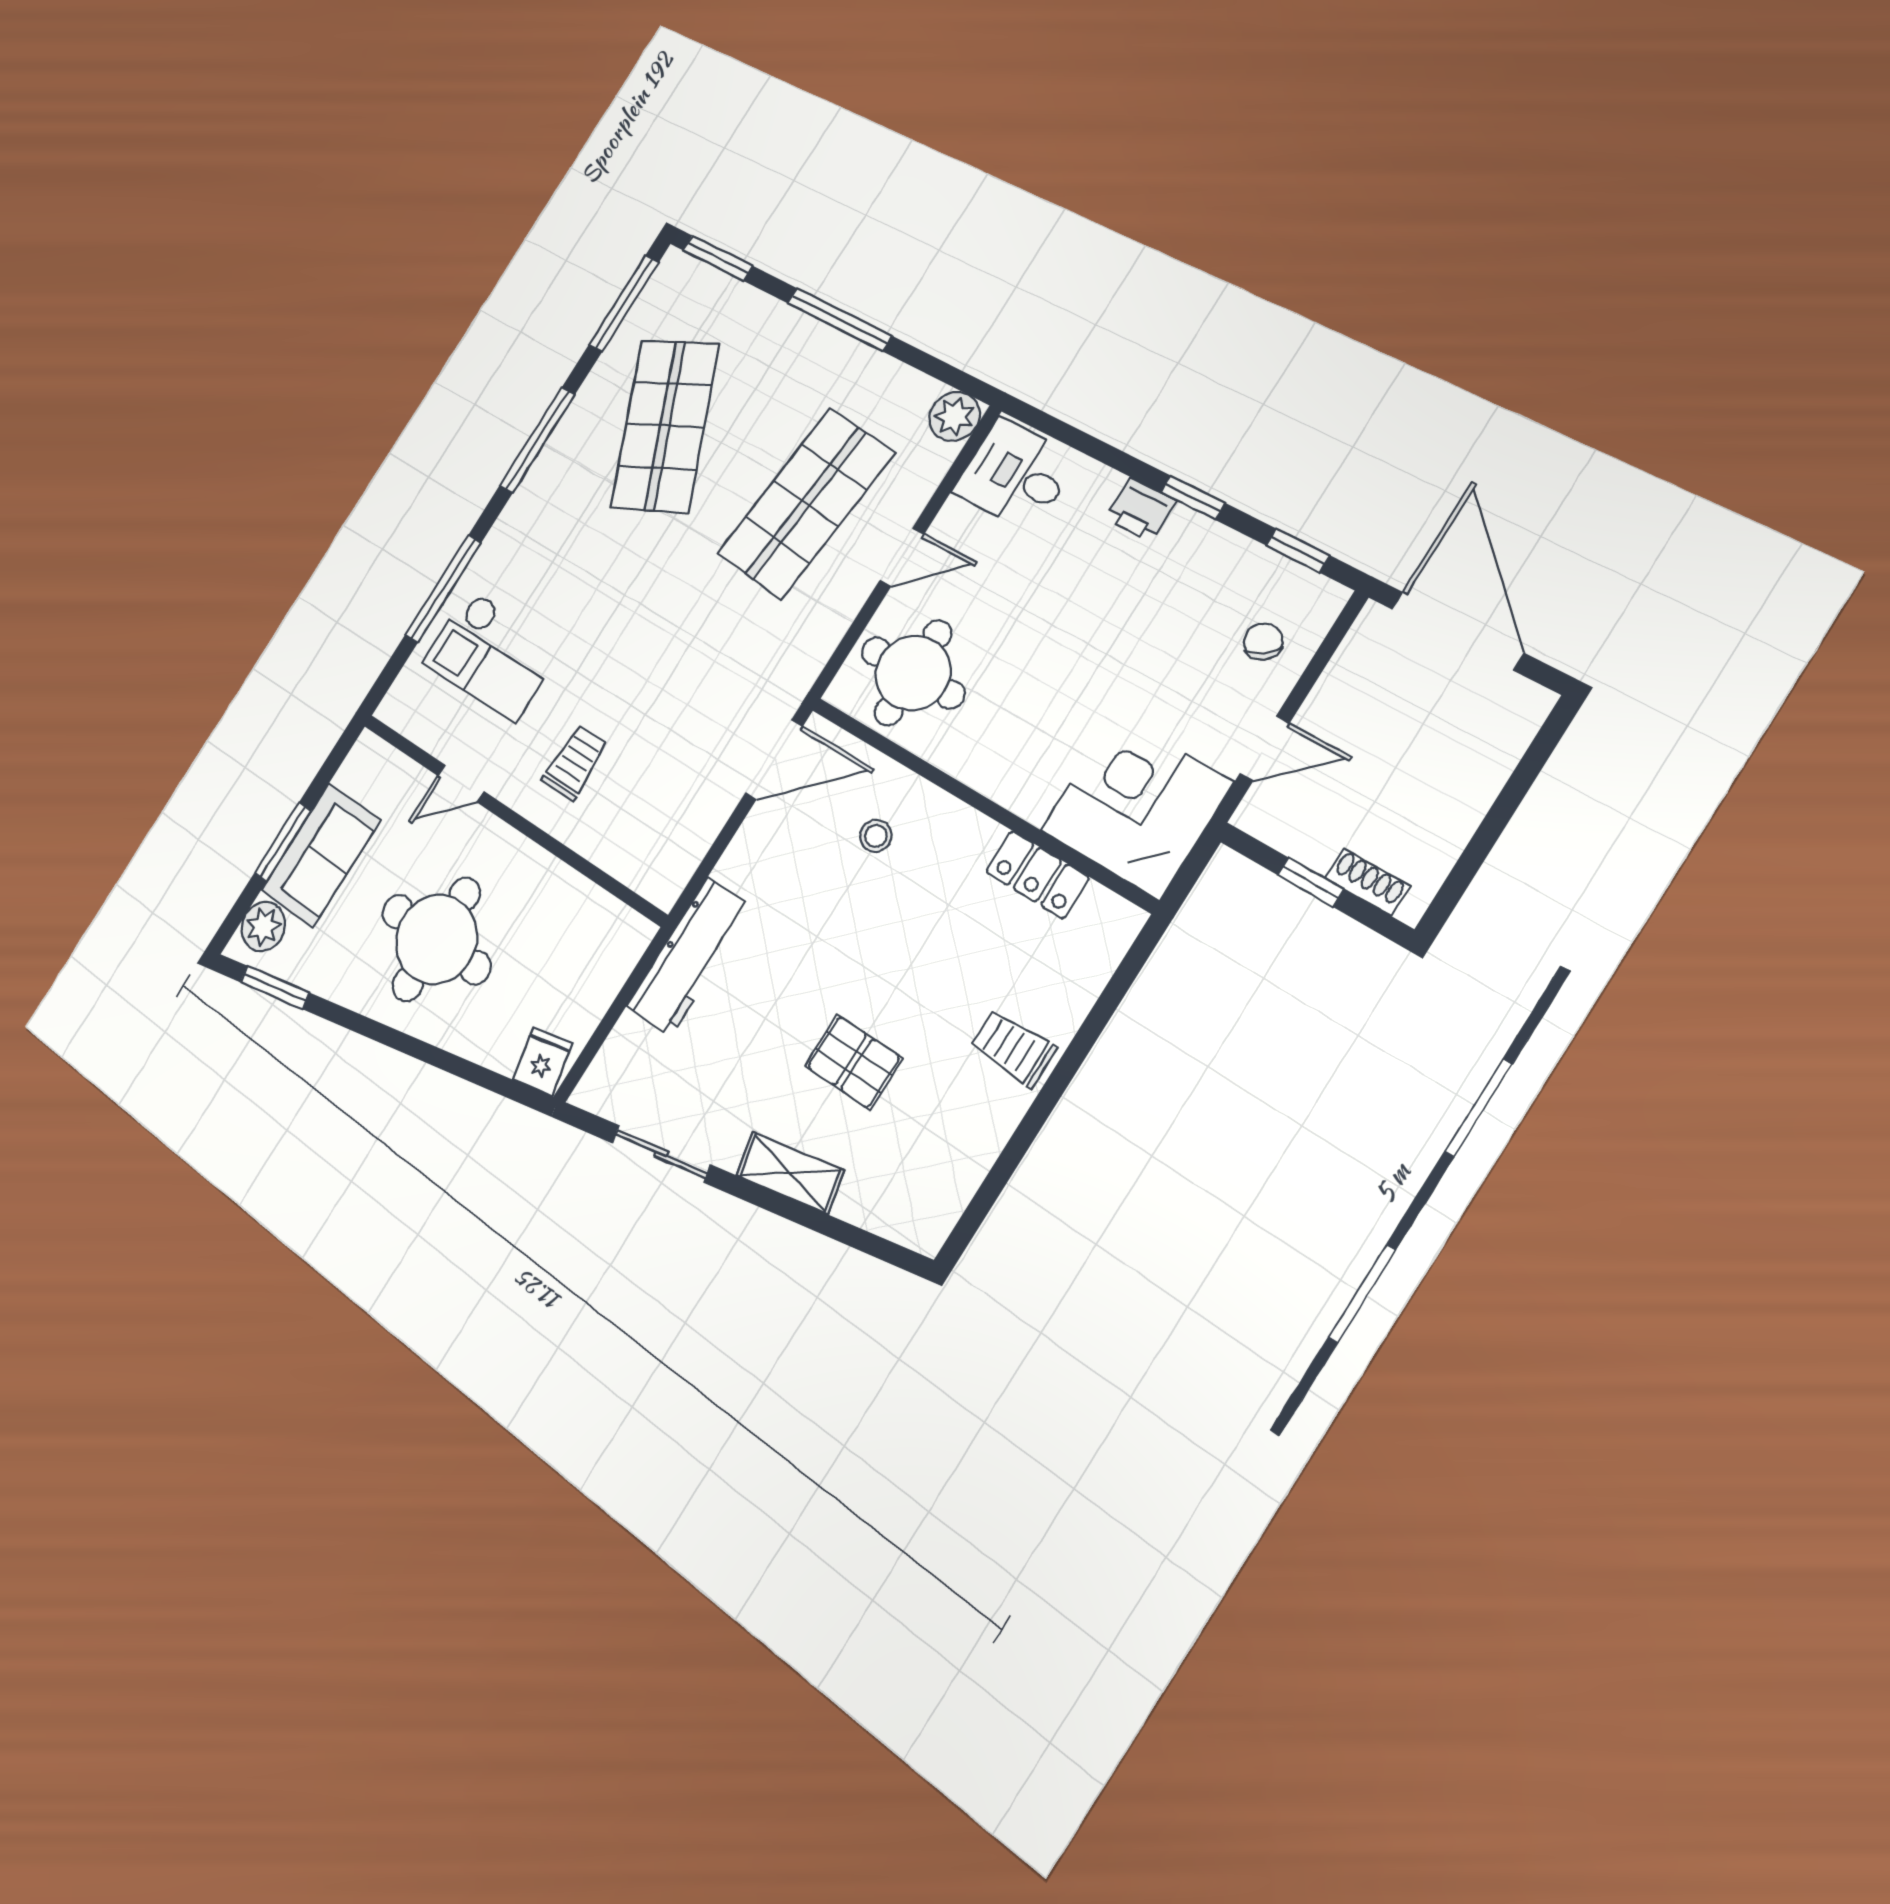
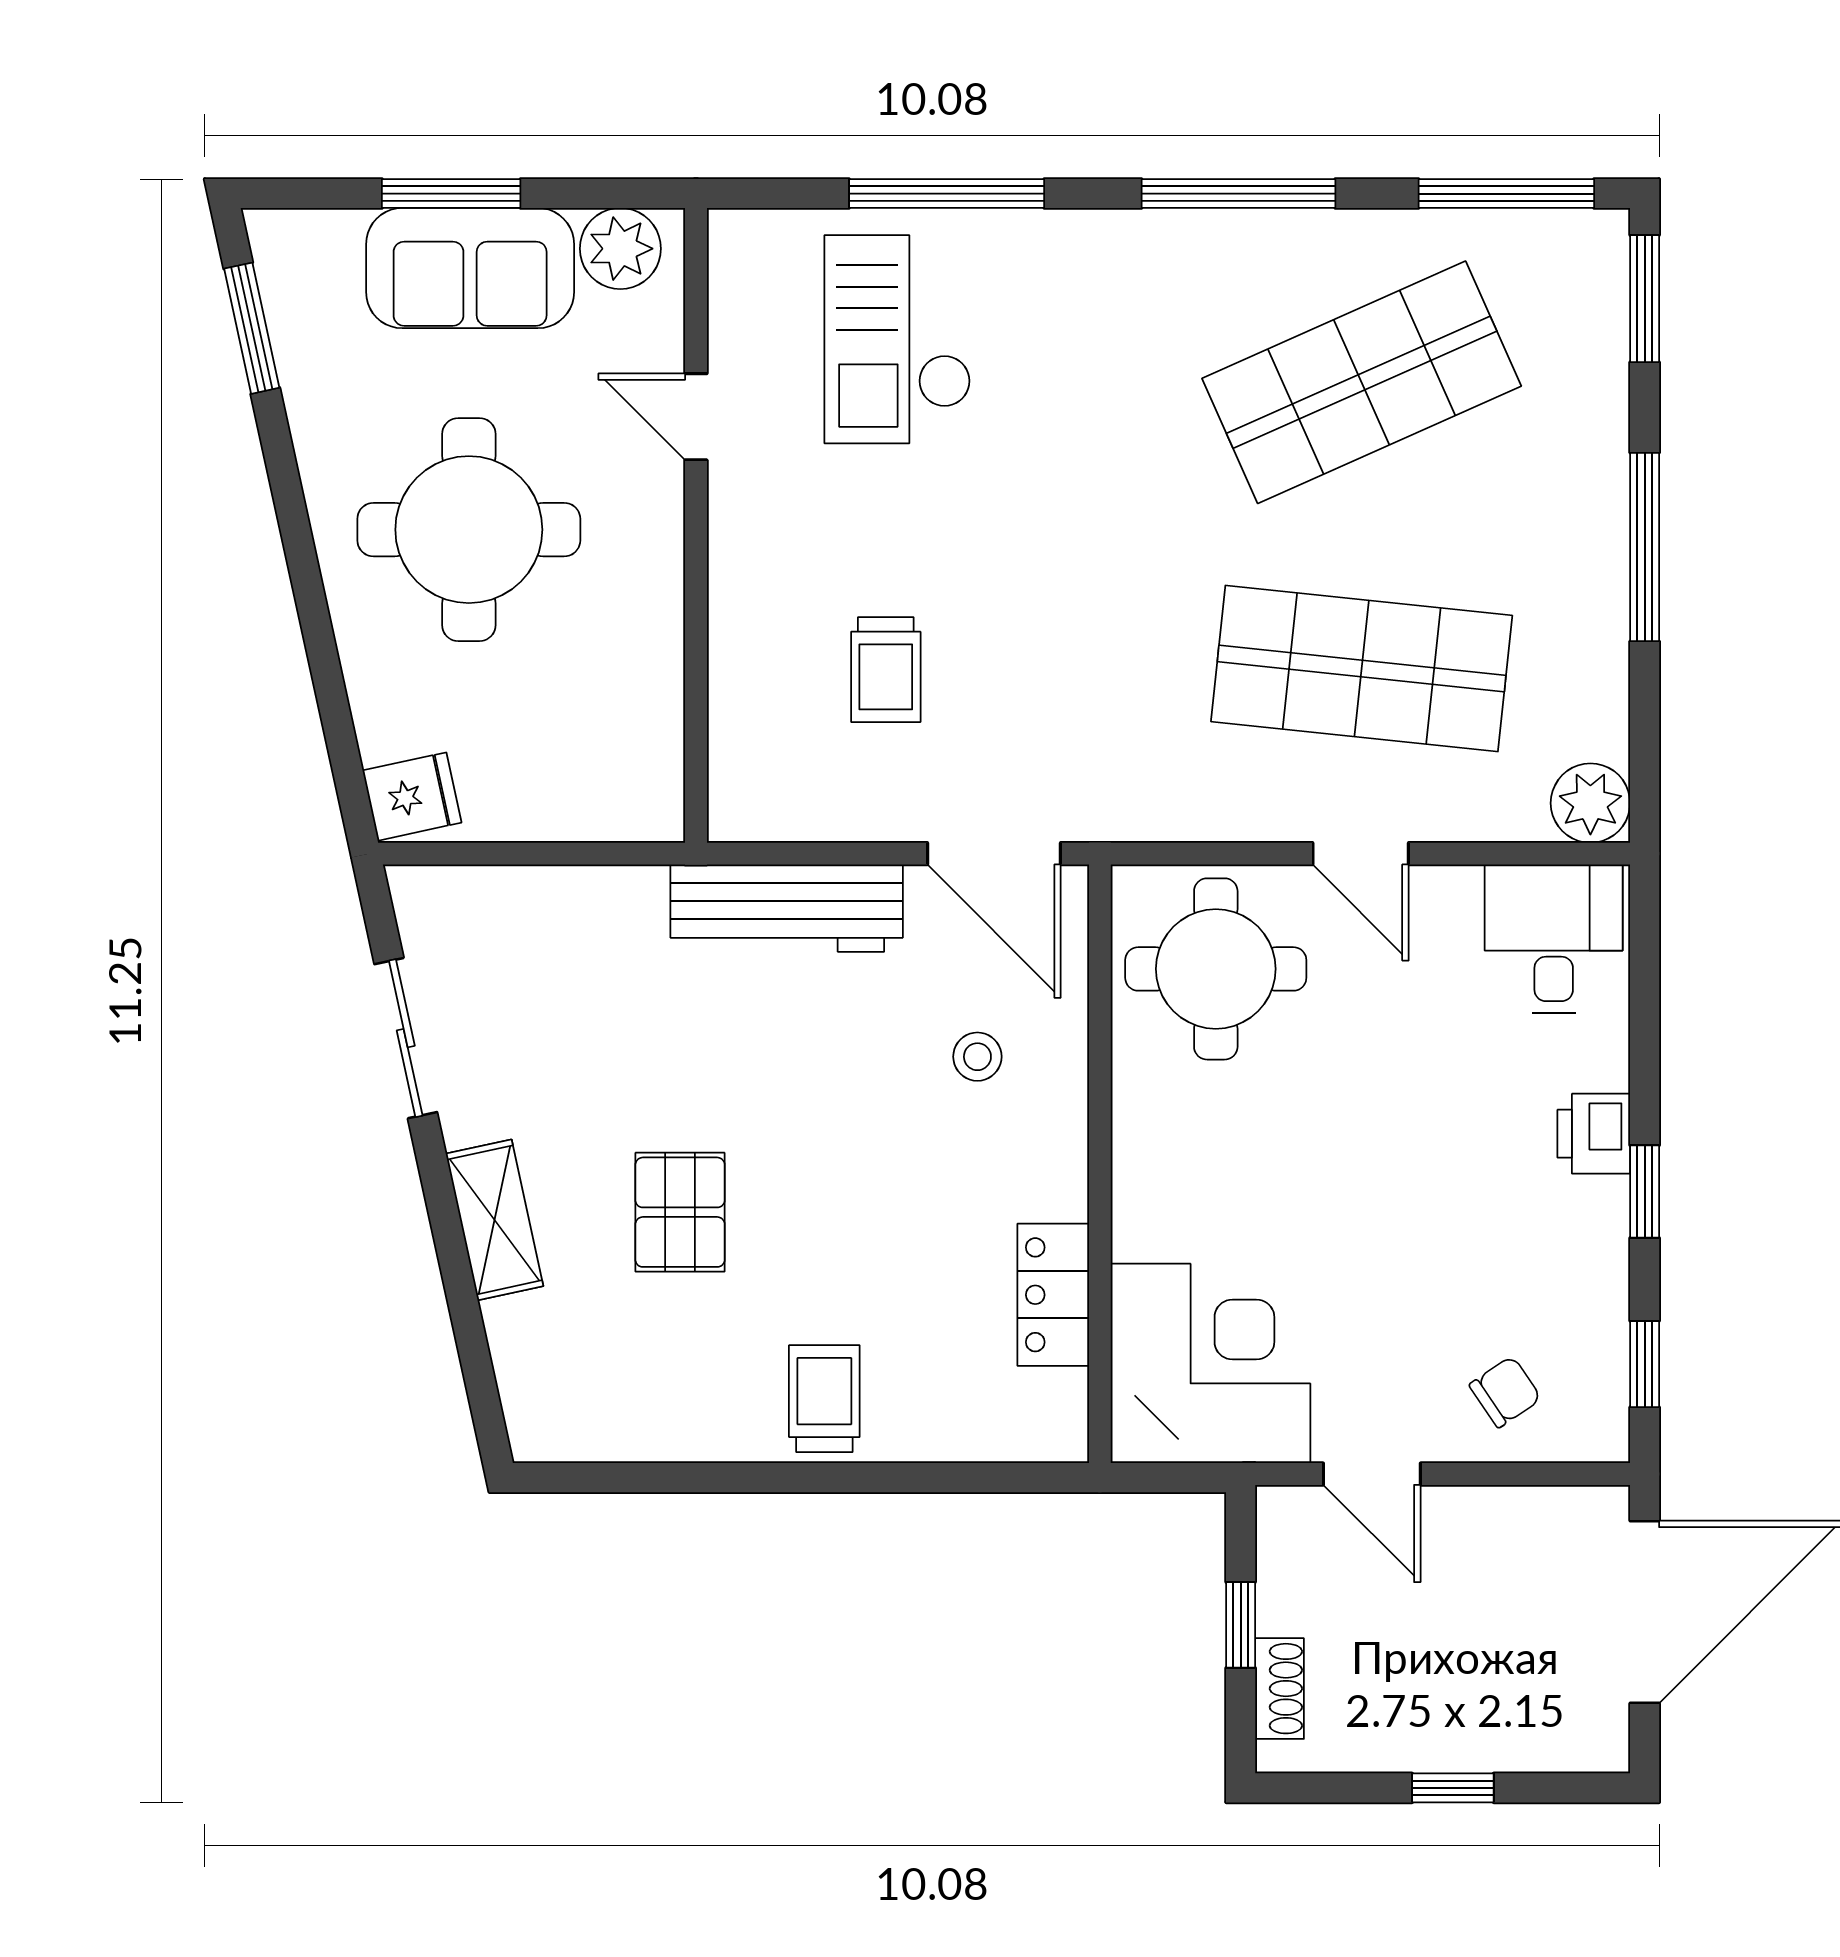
trolley: (575, 763) -> (886, 670), moved, turned 90
window: (1502, 811) -> (1453, 1788), added
plant: (263, 926) -> (620, 249), moved
workbench: (689, 956) -> (787, 908), moved

